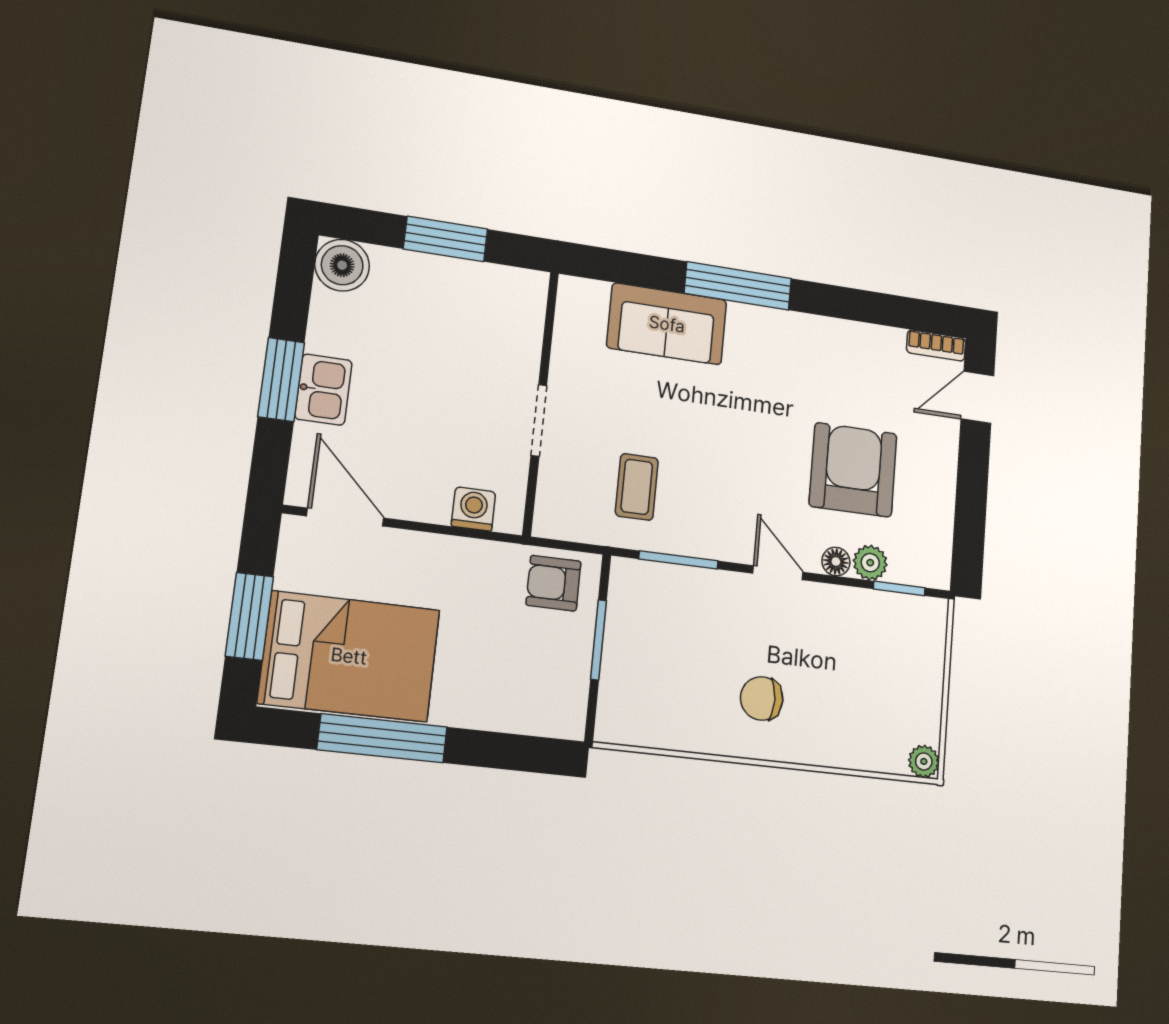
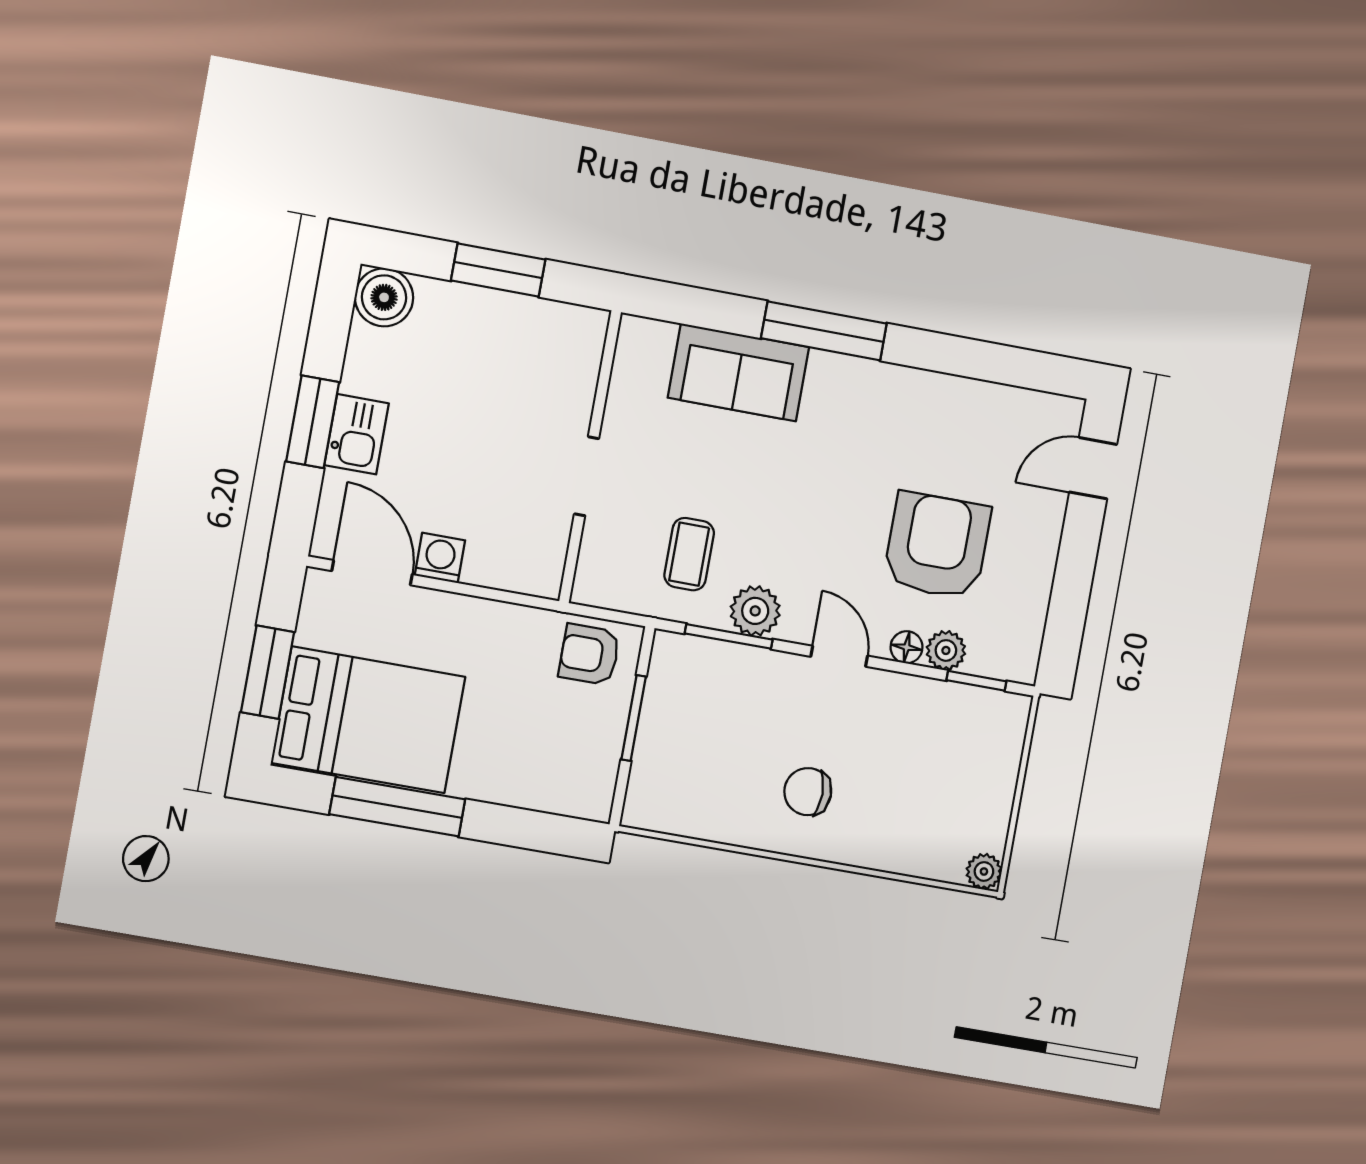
bookcase: (936, 345) -> (1051, 406), removed
washing machine: (474, 509) -> (440, 558), moved
plant: (700, 536) -> (755, 611), added

